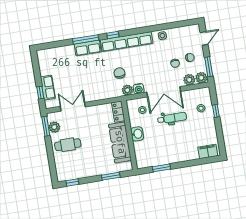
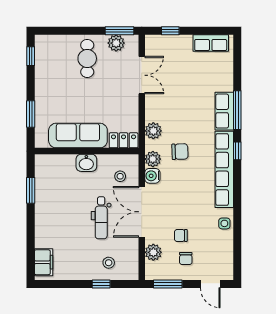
plant: (201, 78) -> (153, 131), moved
row of seats: (48, 88) -> (211, 43), moved

